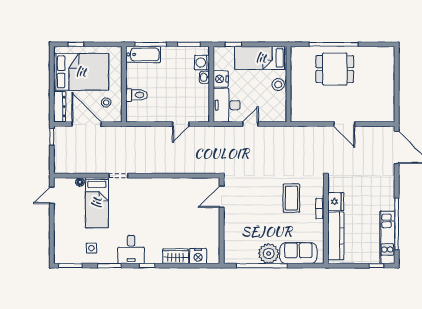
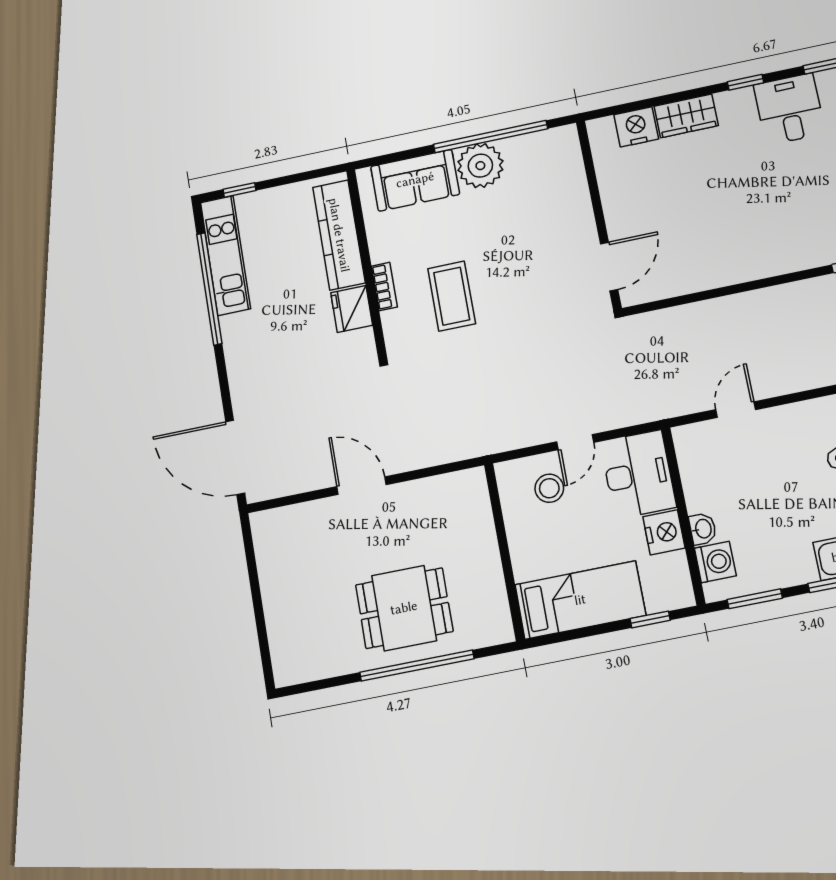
stool: (278, 84) -> (549, 488), moved

